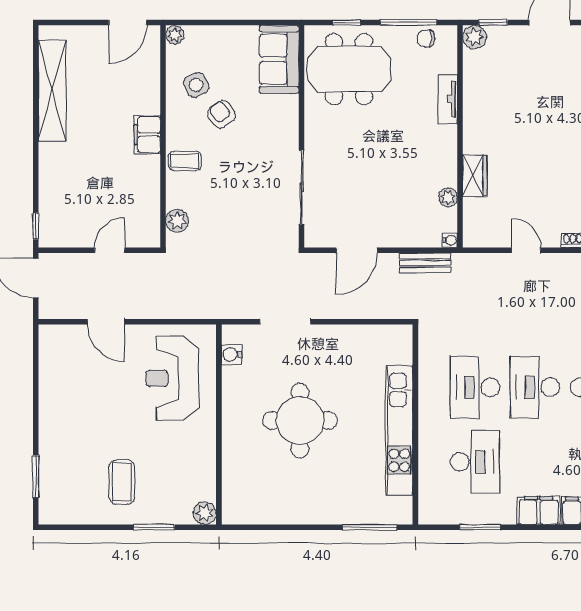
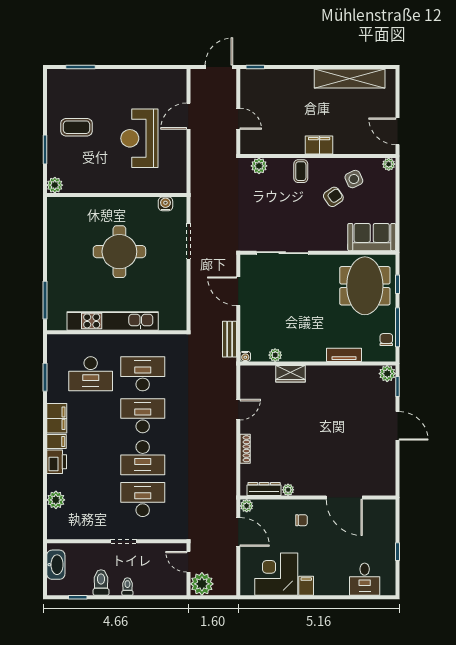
reception desk: (172, 378) -> (139, 138), moved, turned -90

